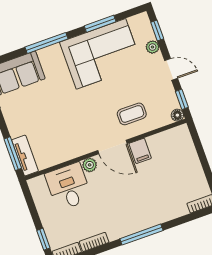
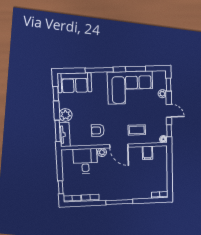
plant: (17, 126) -> (65, 115), added
armchair: (73, 134) -> (98, 130), added
filing cabinet: (140, 151) -> (148, 153), moved

